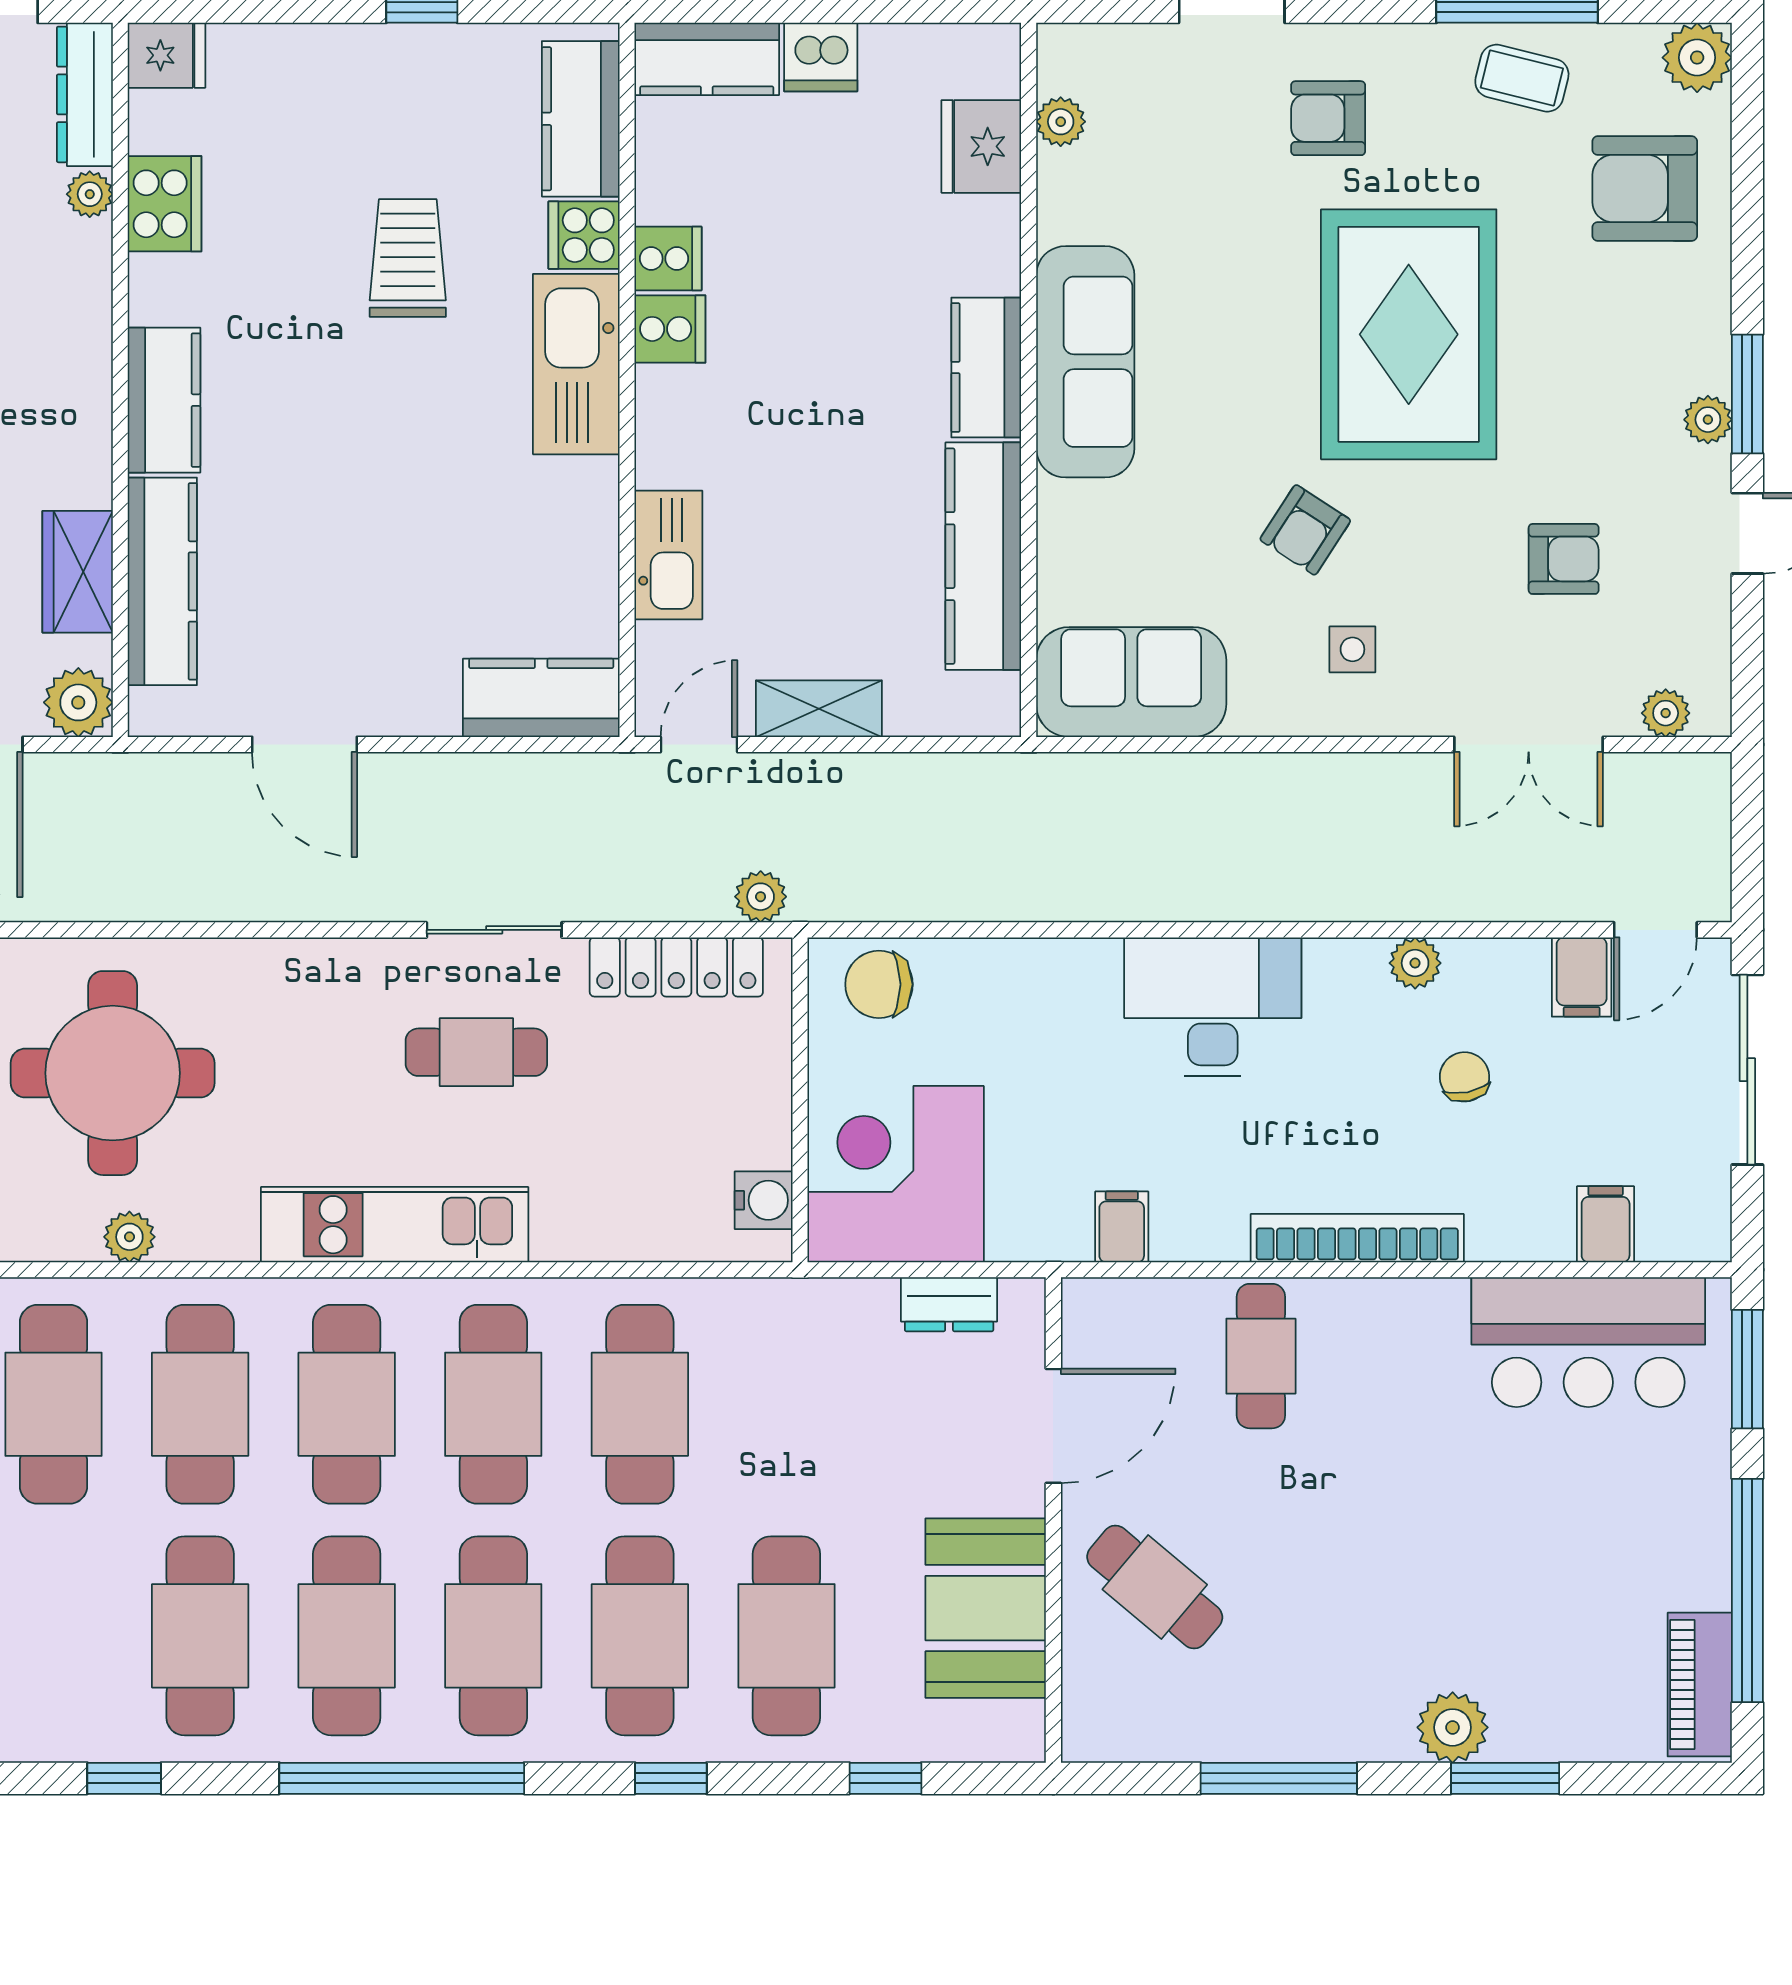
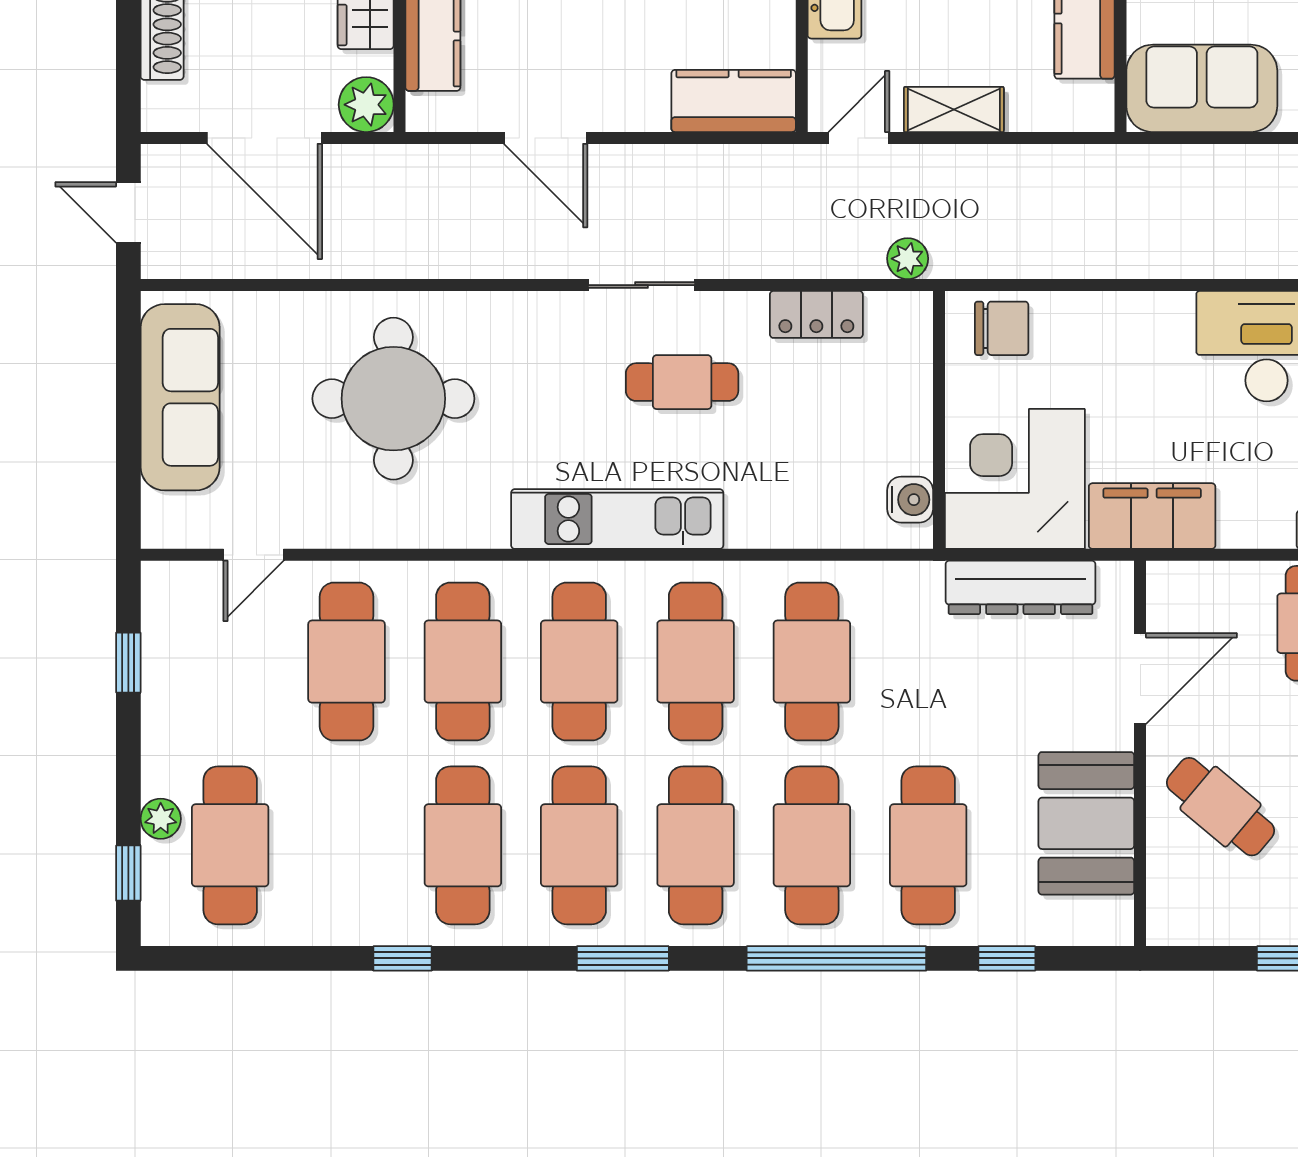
sliding door: (494, 930) -> (642, 285), moved
locker: (676, 967) -> (816, 314), width x0.66
chair: (879, 984) -> (1002, 328), turned 180
filing cabinet: (1122, 1227) -> (1152, 516), width x3.00, depth x1.17
plant: (129, 1237) -> (407, 529), removed
dresser: (949, 1304) -> (1021, 587), width x1.96, depth x1.24
window: (402, 1778) -> (623, 958), width x0.47
window: (671, 1778) -> (836, 958), width x3.17

